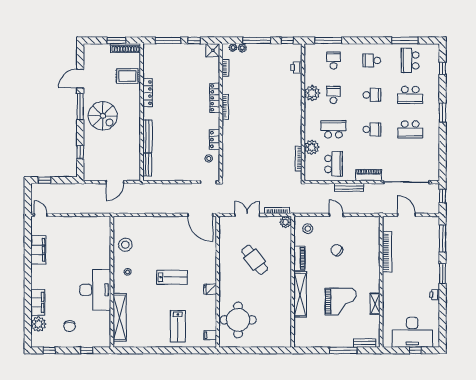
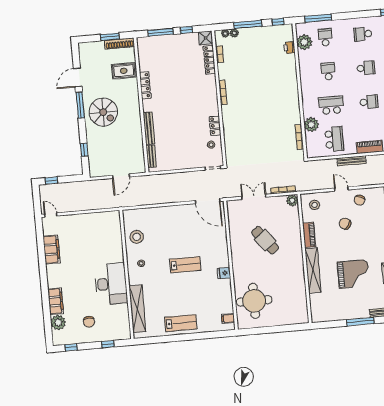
plant: (312, 93) -> (304, 42), moved
locker: (215, 98) -> (209, 60), moved
chair: (354, 228) -> (360, 200), added
lab bench: (178, 326) -> (181, 323), moved, turned -90

